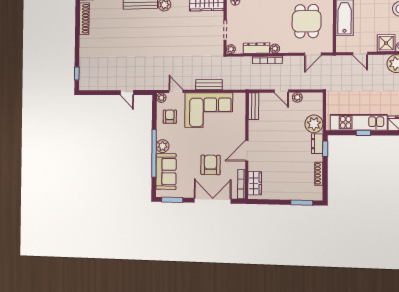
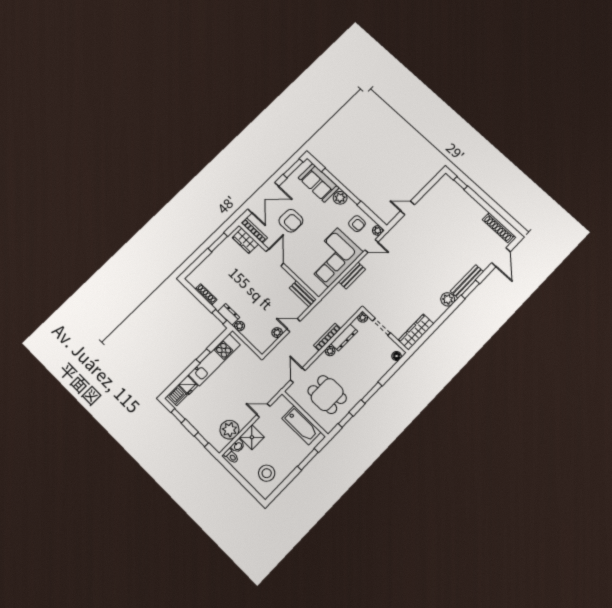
plant: (314, 124) -> (239, 326), width x0.53, depth x0.53
window: (302, 203) -> (218, 242), moved

